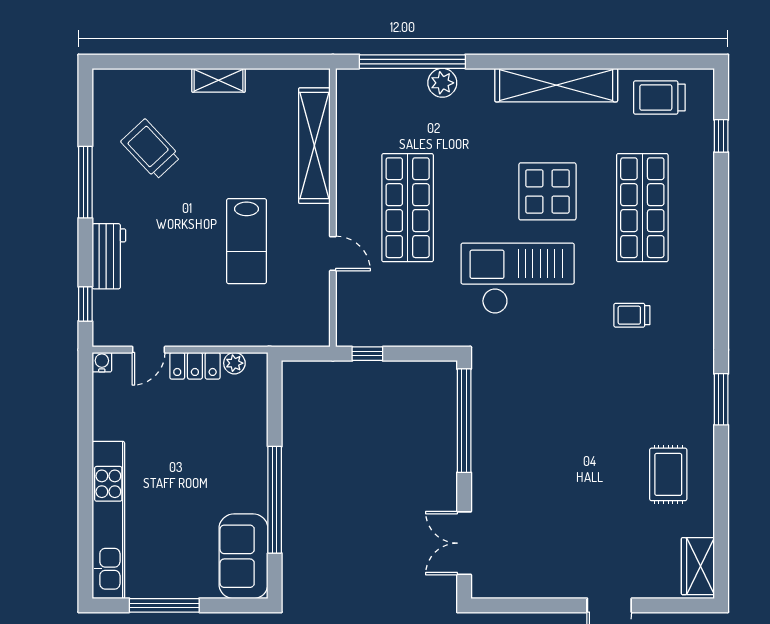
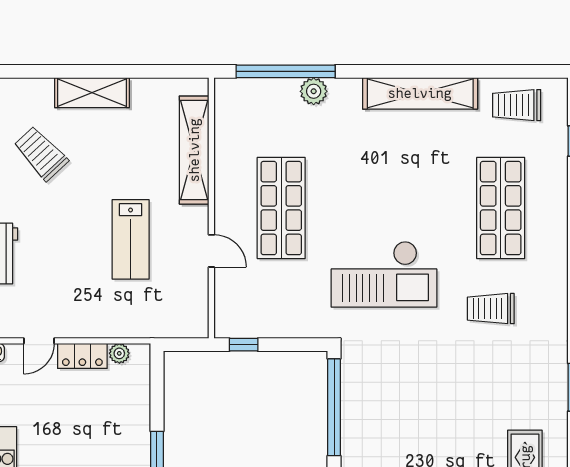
shelving: (219, 80) -> (92, 93), width x1.50, depth x1.33
display table: (547, 191) -> (412, 193), removed
checkout: (518, 278) -> (384, 274), turned 180
trolley: (632, 315) -> (491, 309), width x1.36, depth x1.39

